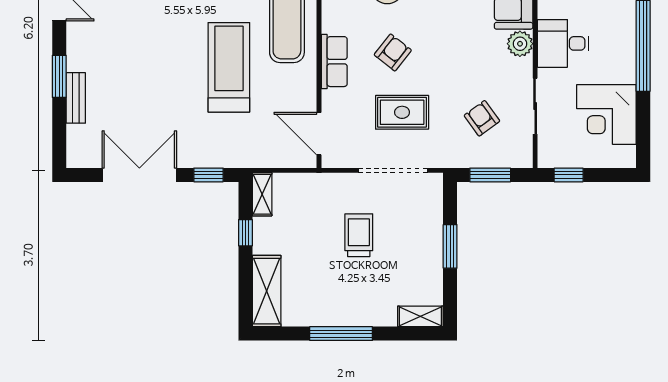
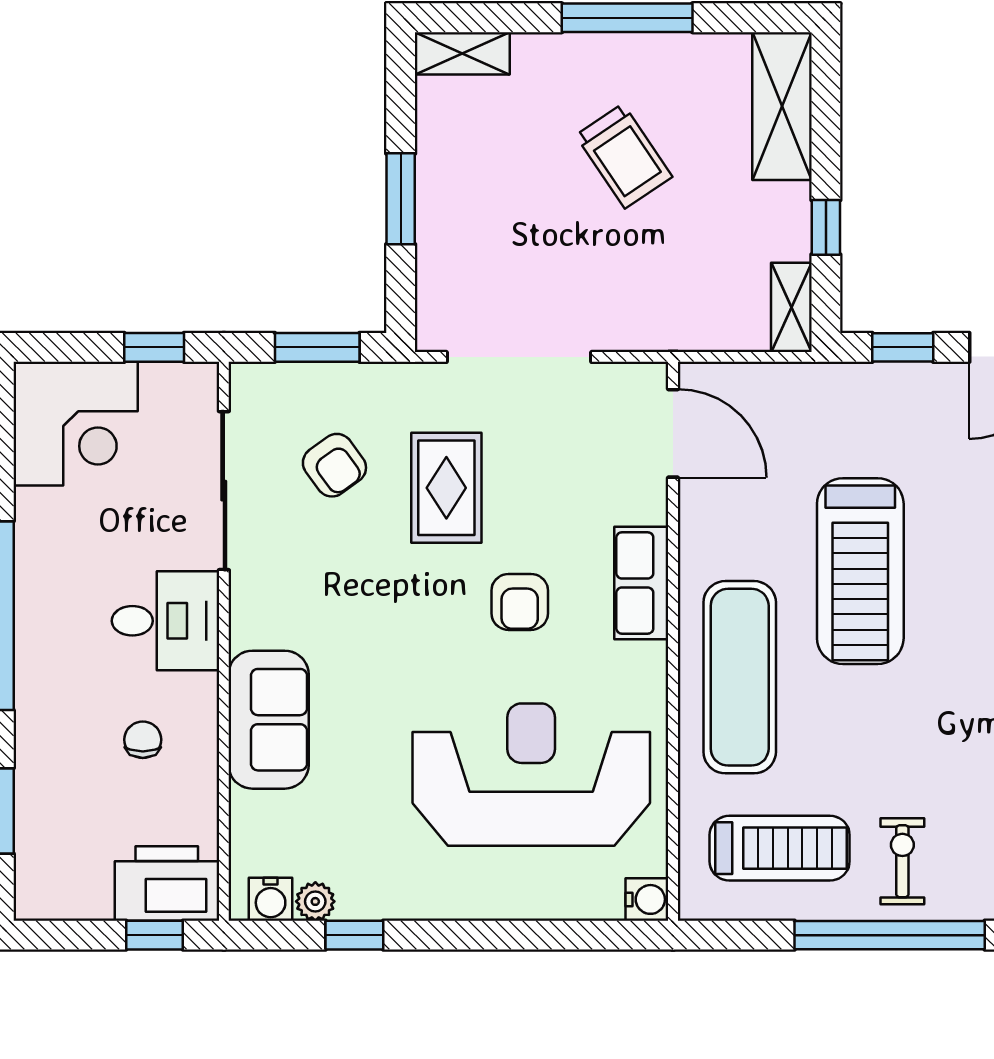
plant: (520, 44) -> (255, 620), removed
armchair: (393, 52) -> (520, 602), turned -38
sliding door: (535, 106) -> (224, 491), width x1.37
rug: (402, 112) -> (446, 488), moved, turned 90
corner desk: (606, 115) -> (76, 424), moved, turned 90
trolley: (359, 235) -> (624, 156), moved, turned -34

